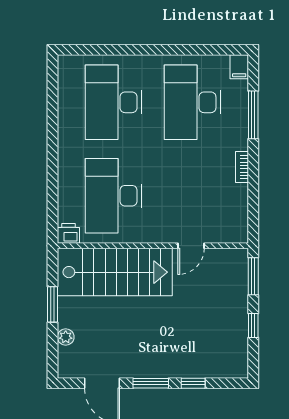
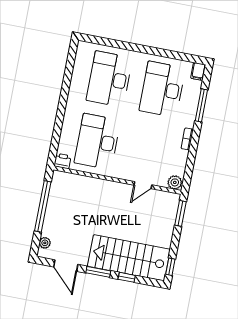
plant: (236, 233) -> (175, 182), added
stairs: (115, 272) -> (129, 258), moved, turned 180
window: (53, 304) -> (43, 206), width x2.11
window: (253, 326) -> (170, 267), moved
plant: (66, 337) -> (45, 243), moved

